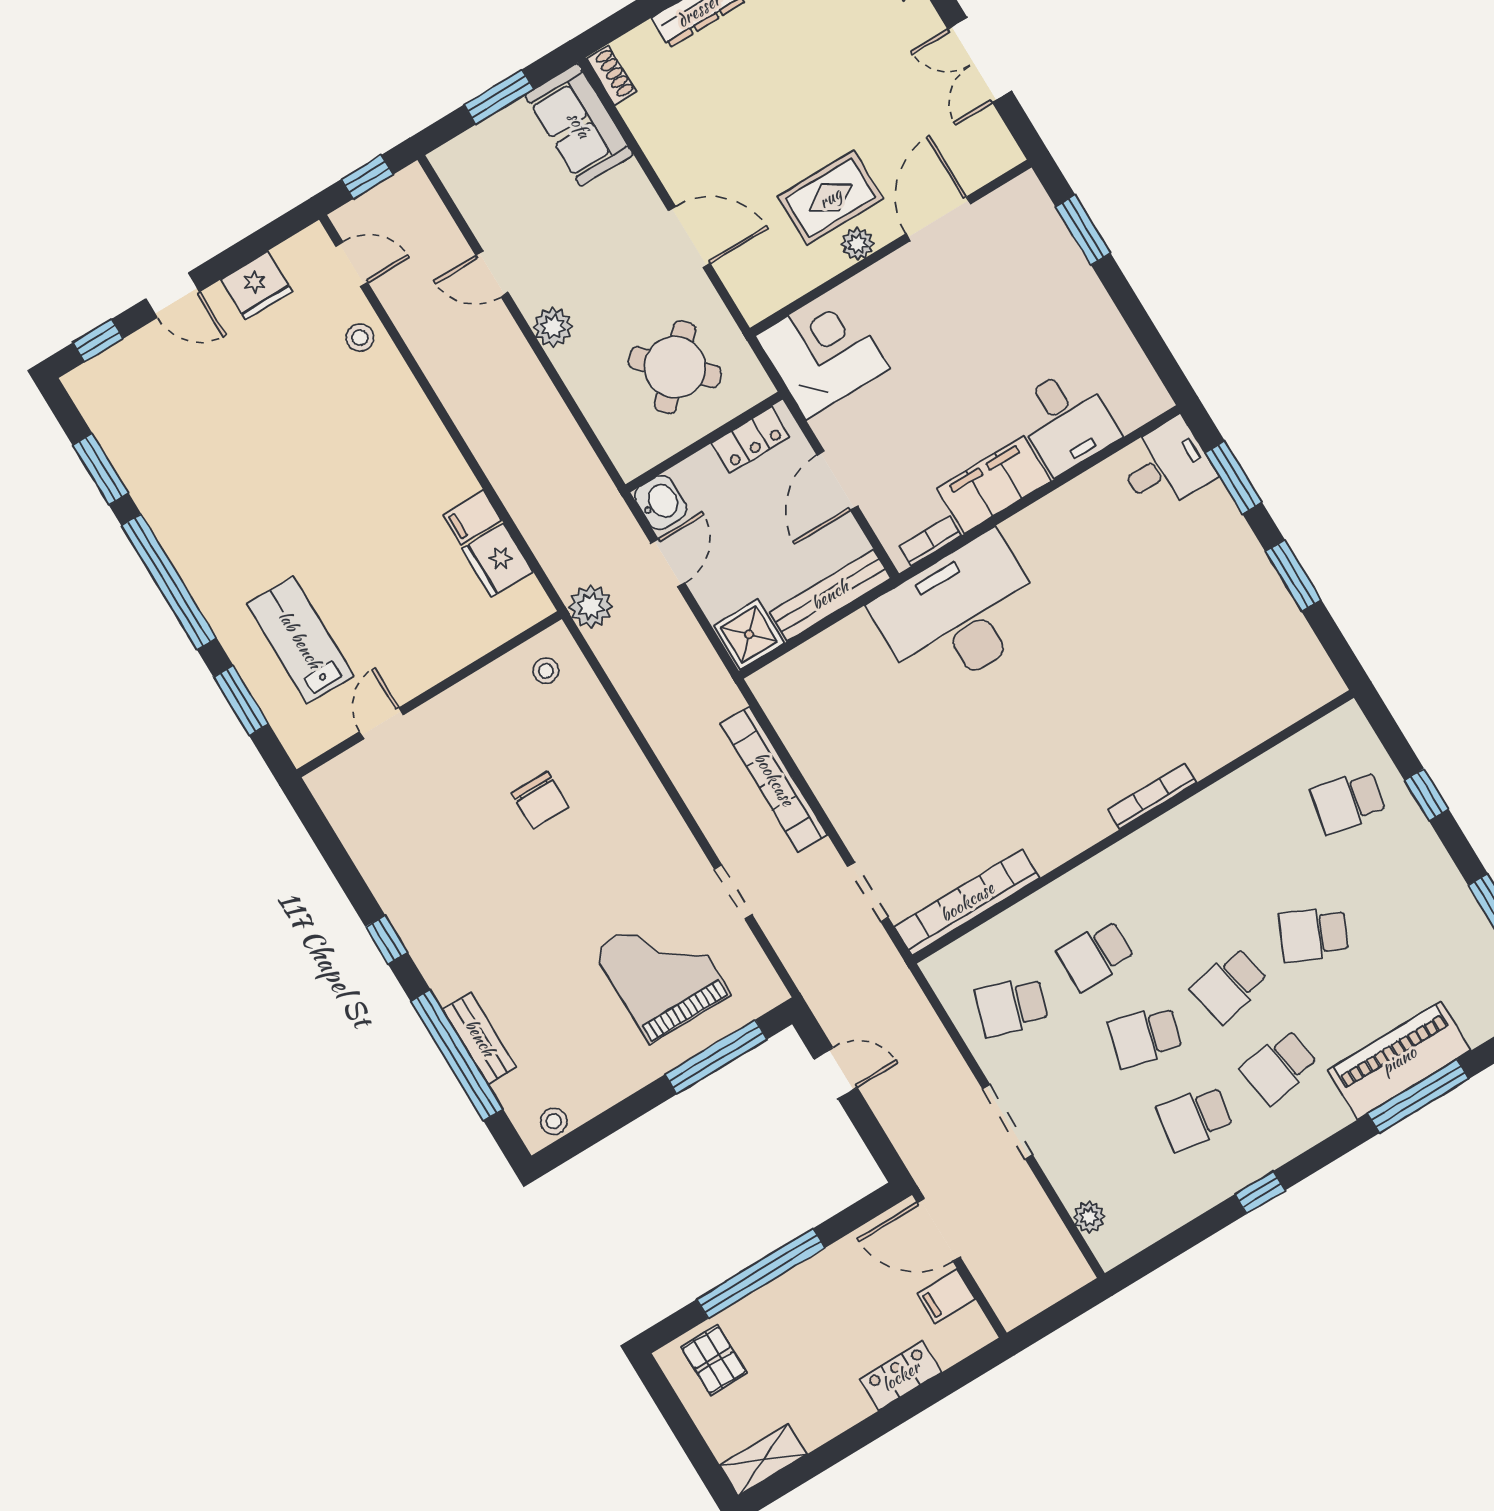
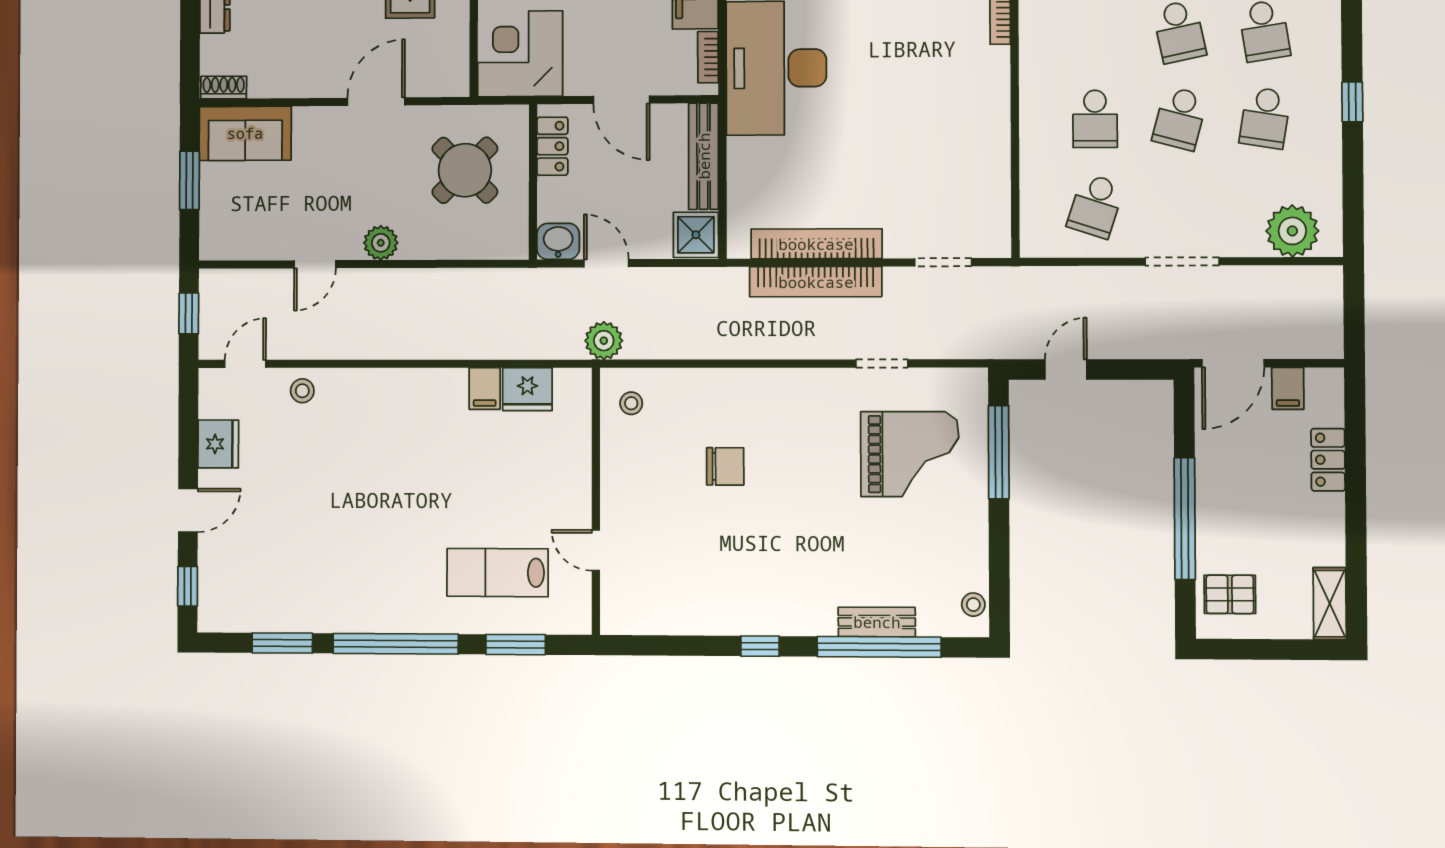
bookcase: (967, 902) -> (816, 244), moved, turned 90
grand piano: (662, 972) -> (910, 454), turned 180
plant: (1089, 1217) -> (1292, 231), width x1.88, depth x1.88

